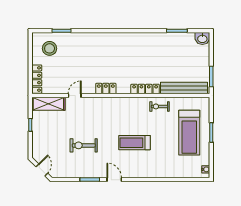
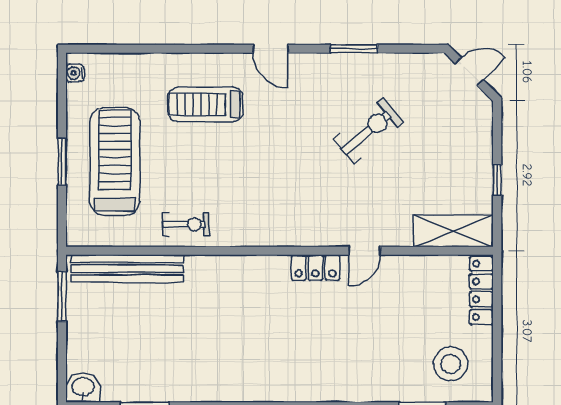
locker: (145, 89) -> (221, 266), removed
door: (75, 95) -> (364, 251), moved
treadmill: (135, 143) -> (205, 104), moved, turned 180
exercise bike: (84, 145) -> (369, 131), turned -40
door: (42, 170) -> (469, 72), swing flipped
door: (114, 180) -> (270, 49), moved

